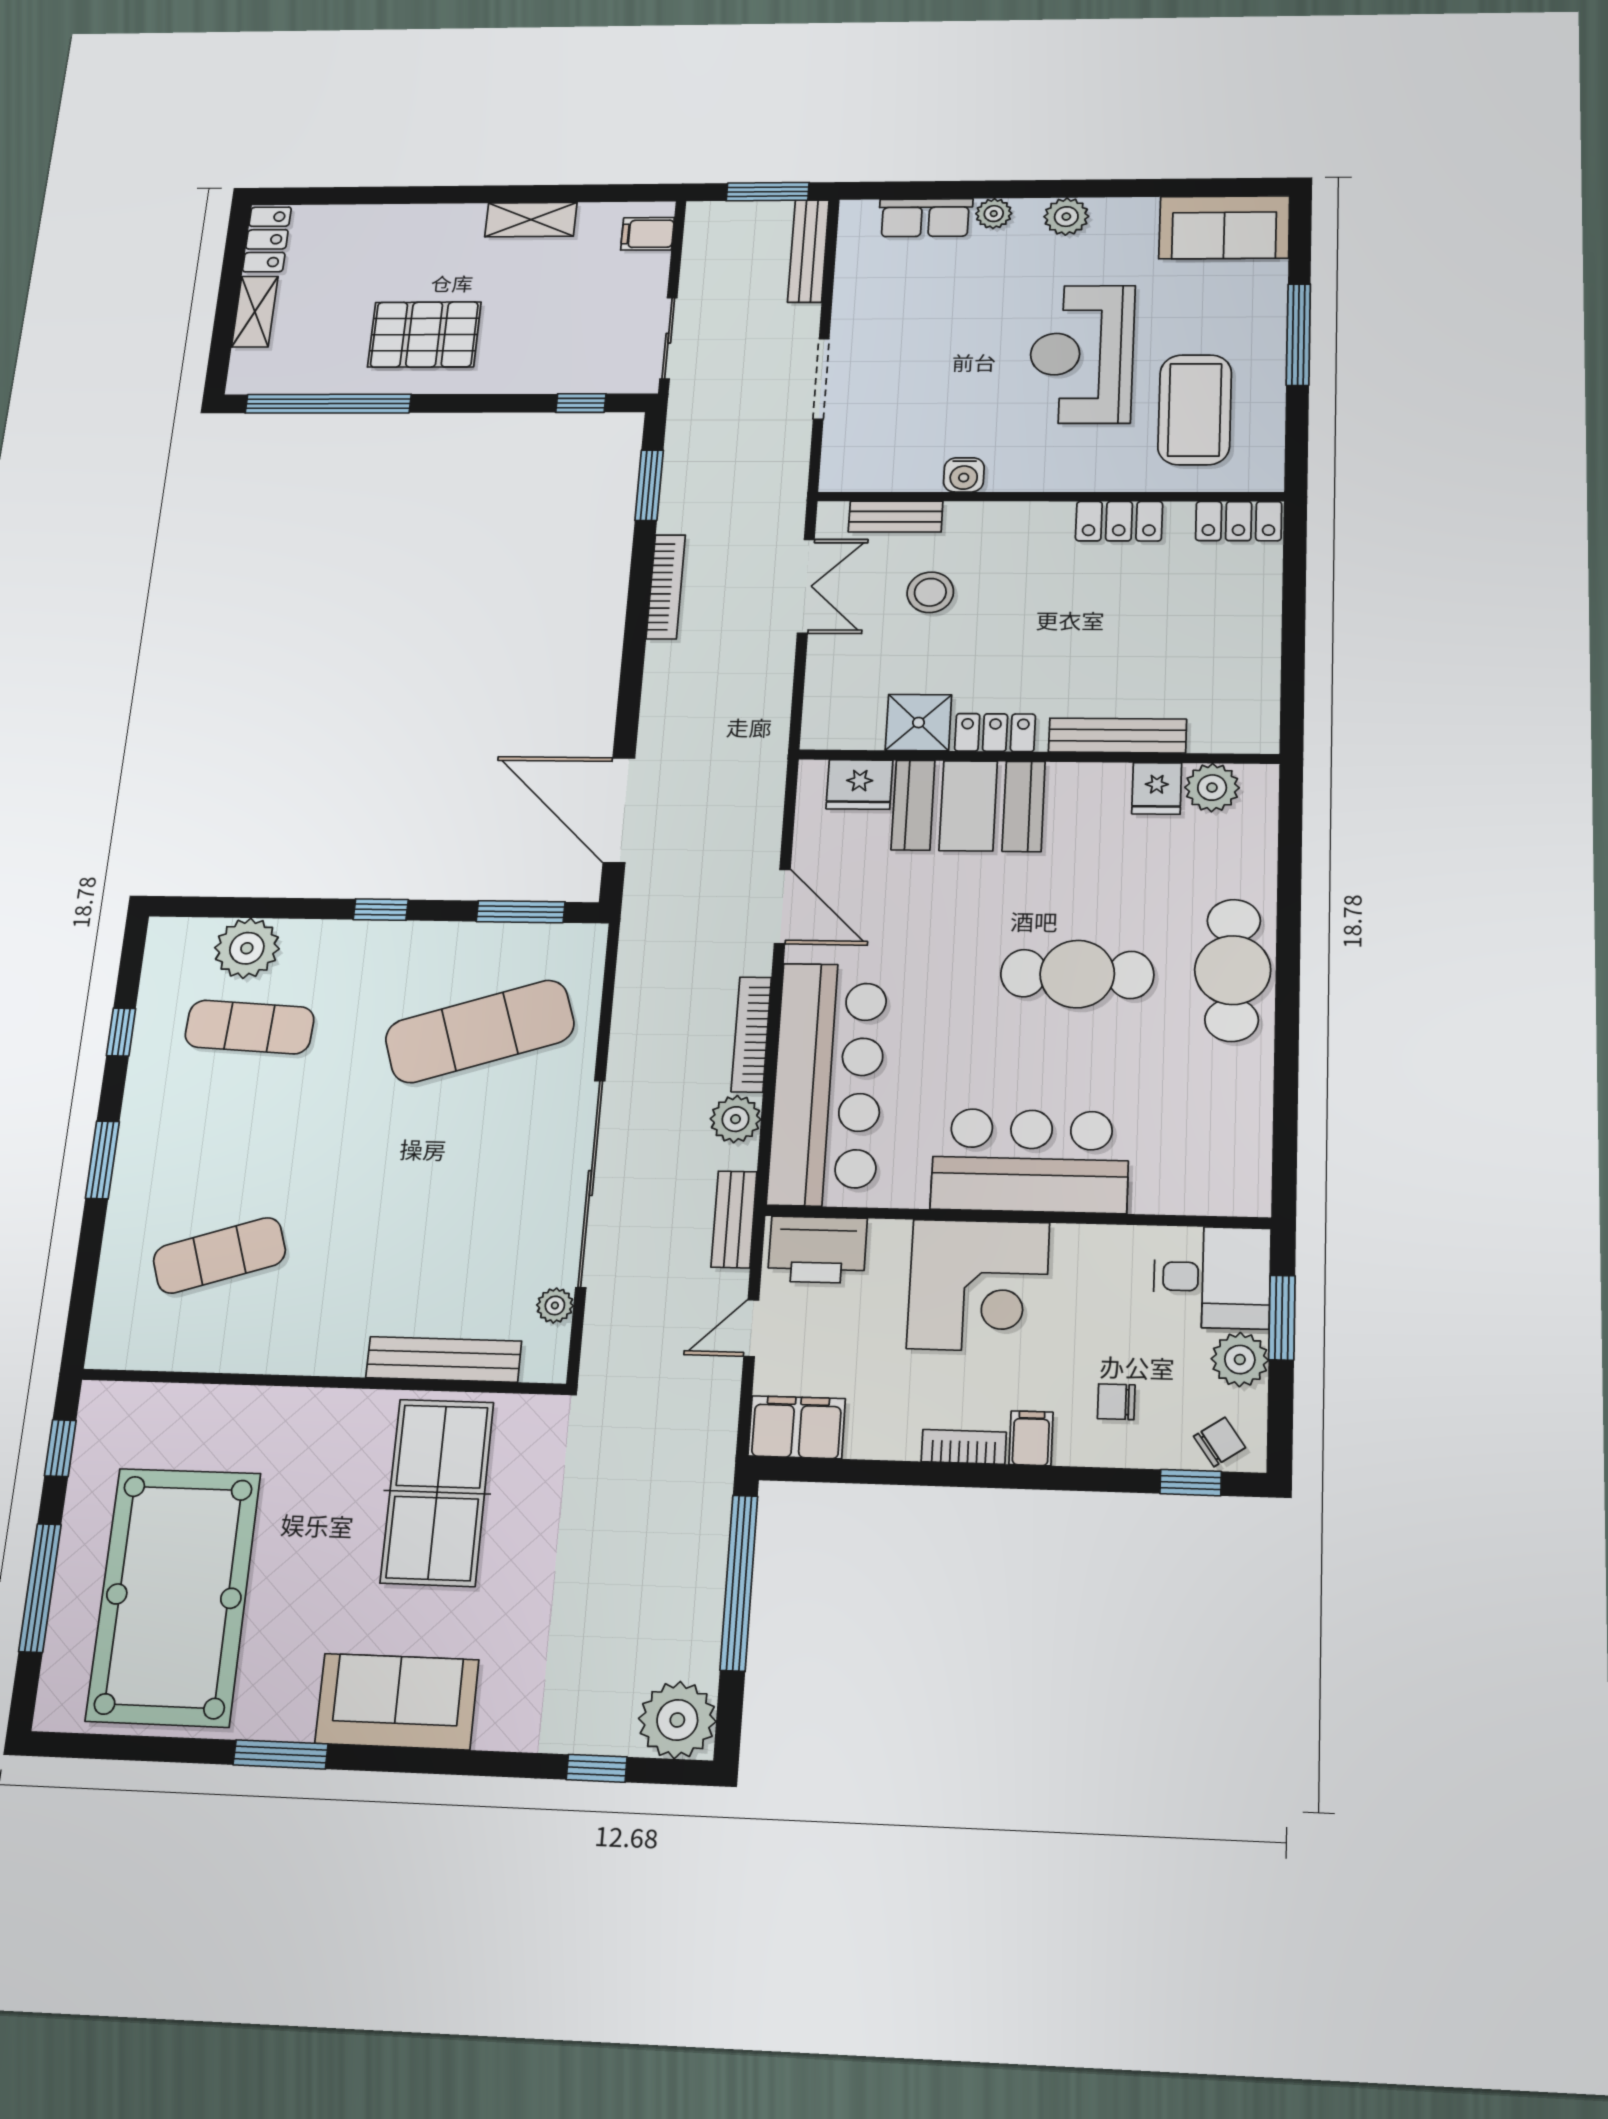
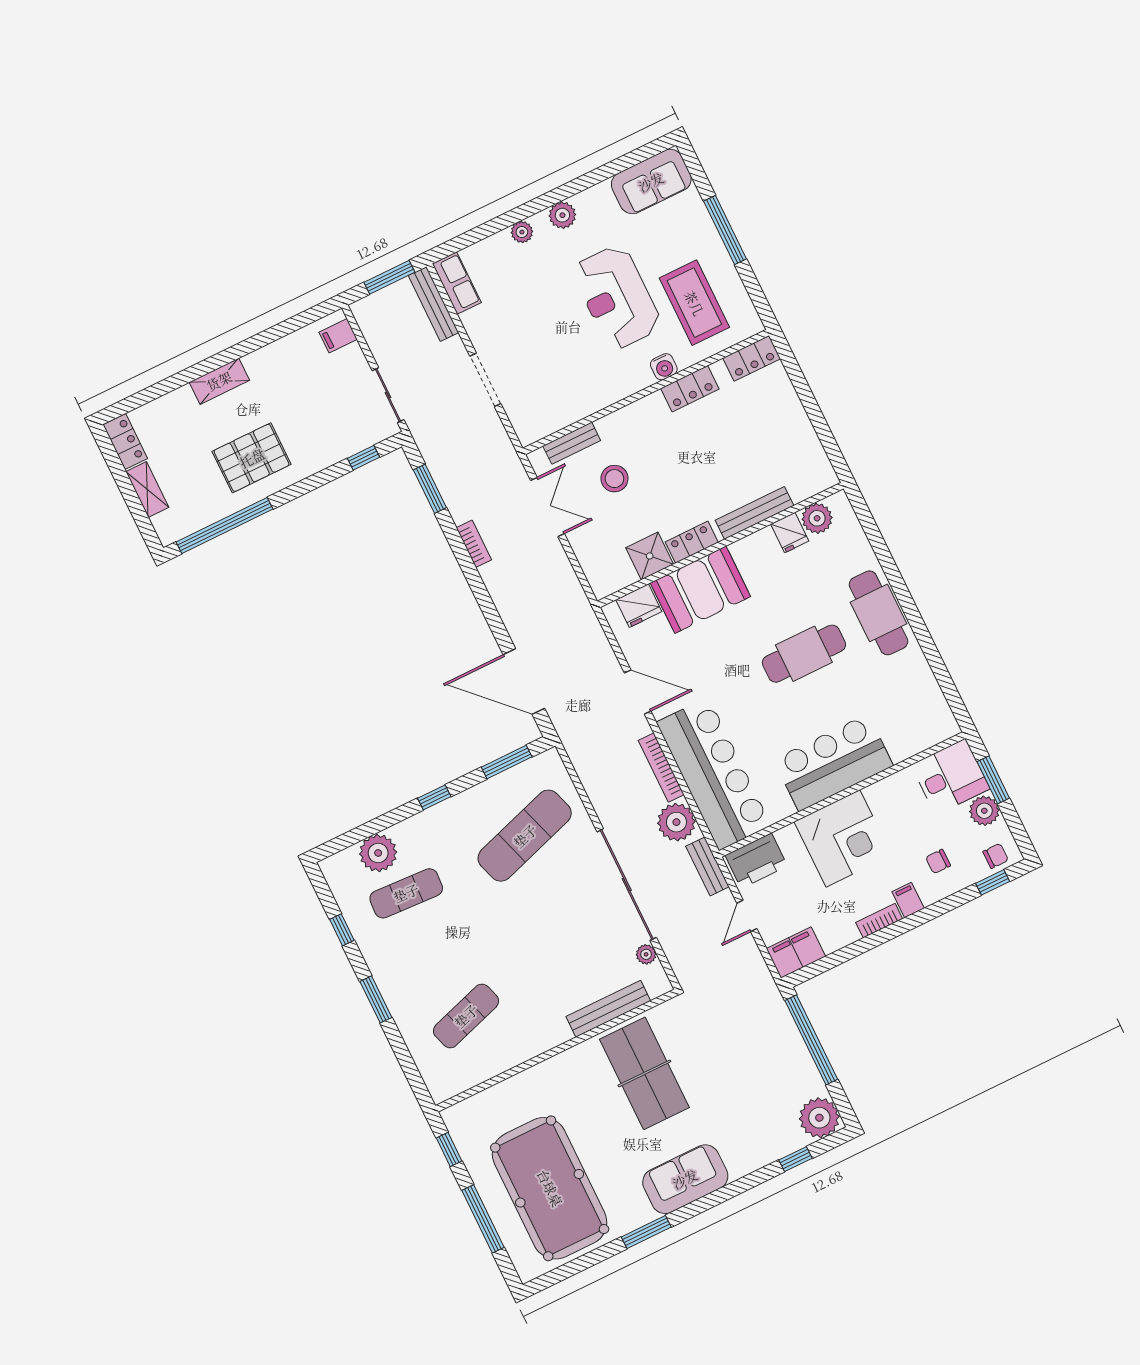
row of seats: (925, 218) -> (457, 283), moved, turned -90
shelving: (531, 220) -> (219, 381), moved
water cooler: (964, 475) -> (664, 367), moved
bookcase: (666, 587) -> (474, 544), width x0.64
plant: (736, 1119) -> (676, 822), width x1.36, depth x1.36
chair: (1219, 1442) -> (996, 856), turned 34

